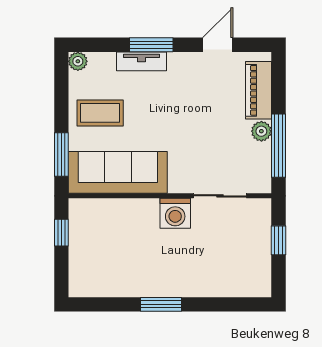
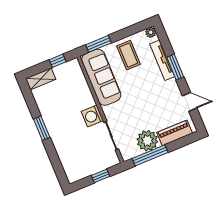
tv unit: (141, 61) -> (162, 60), width x1.41
plant: (261, 131) -> (147, 141), width x1.87, depth x1.87
shelving: (80, 273) -> (41, 79), added

